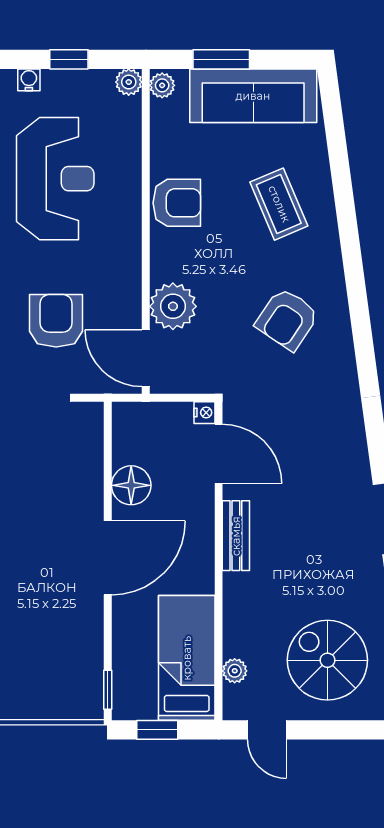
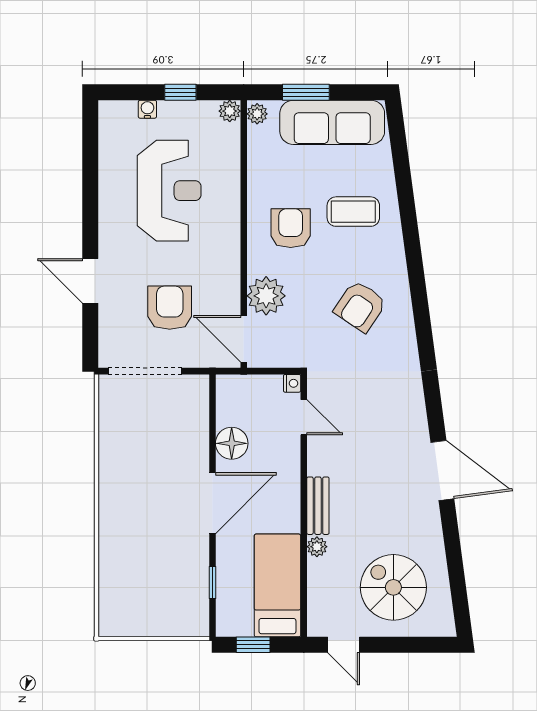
armchair: (177, 203) -> (291, 228), moved, turned -90
coffee table: (279, 204) -> (353, 212), turned -67
door: (219, 454) -> (304, 417), width x0.73
bench: (236, 536) -> (318, 506), moved
plant: (235, 671) -> (317, 547), moved
window: (108, 690) -> (212, 582), moved

